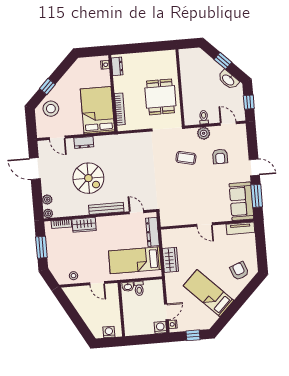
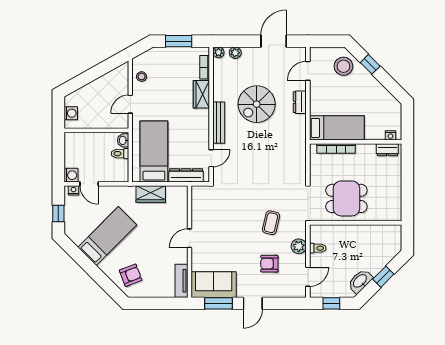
bed: (98, 110) -> (337, 128), width x0.67

